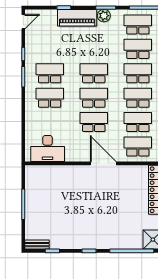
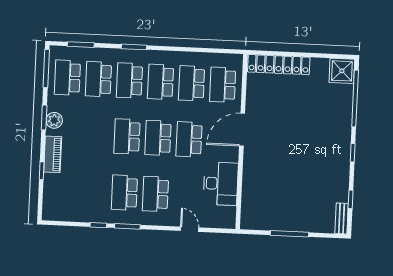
piano: (77, 18) -> (53, 154), width x0.73, depth x0.75
door: (23, 22) -> (190, 229), moved
desk: (48, 148) -> (221, 184), moved

